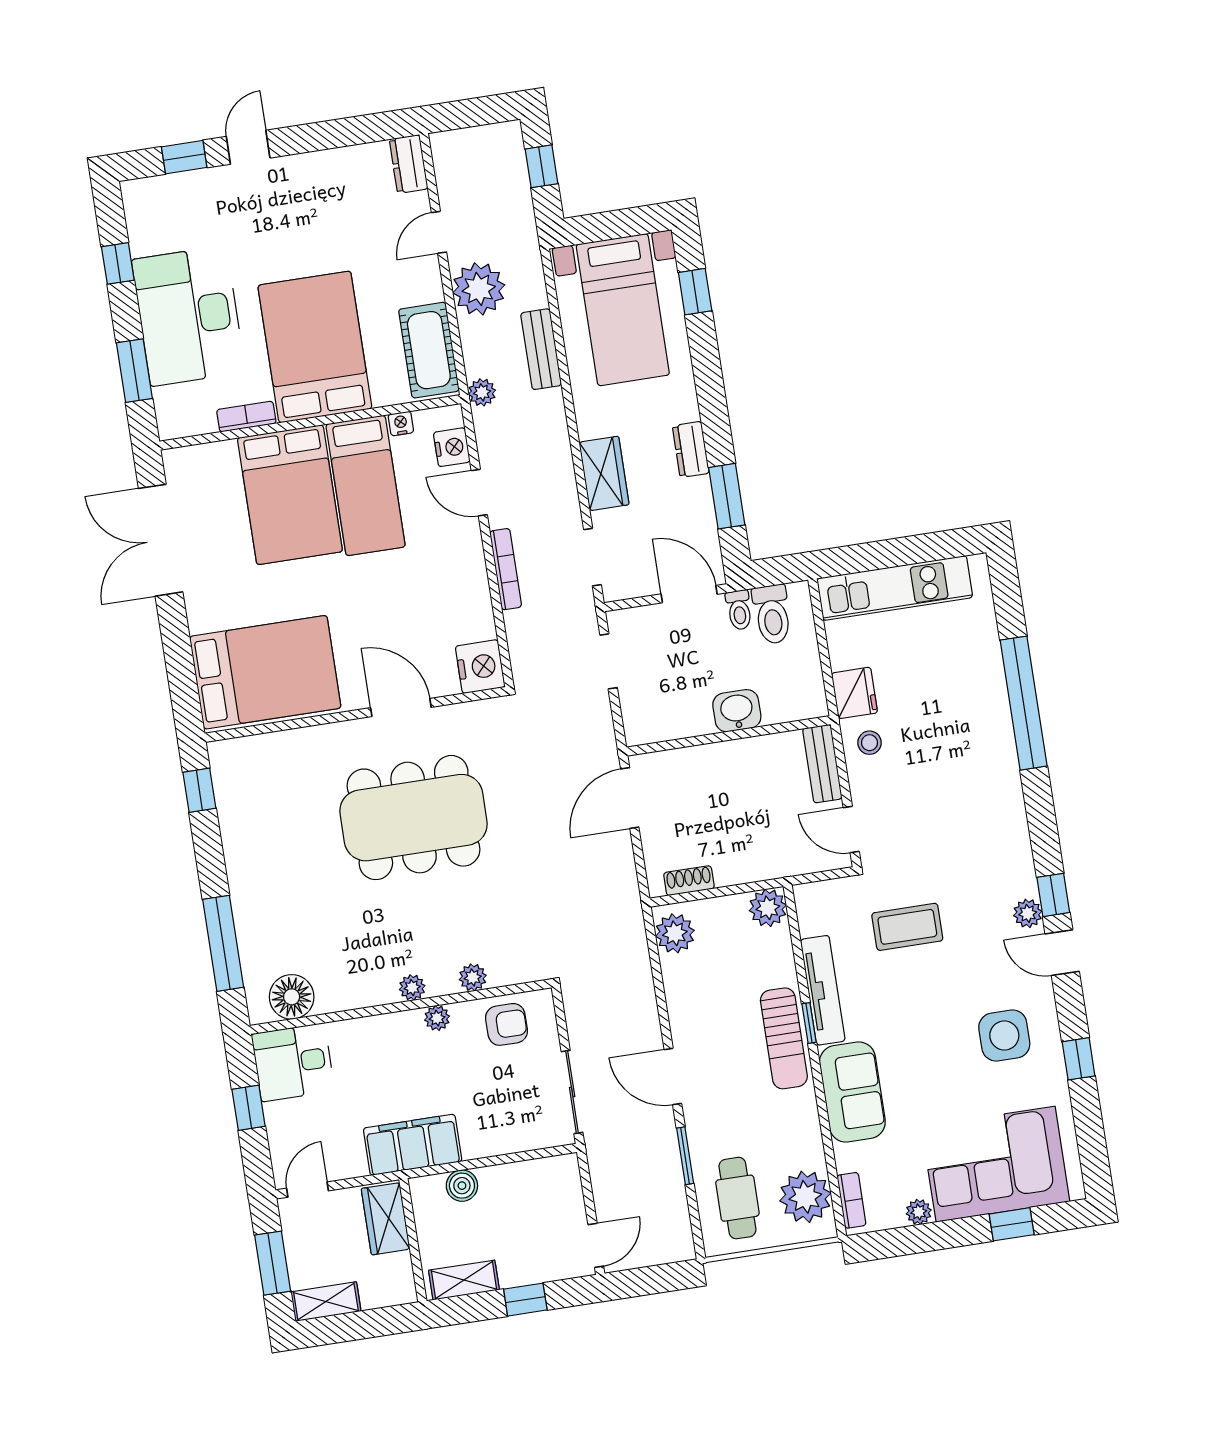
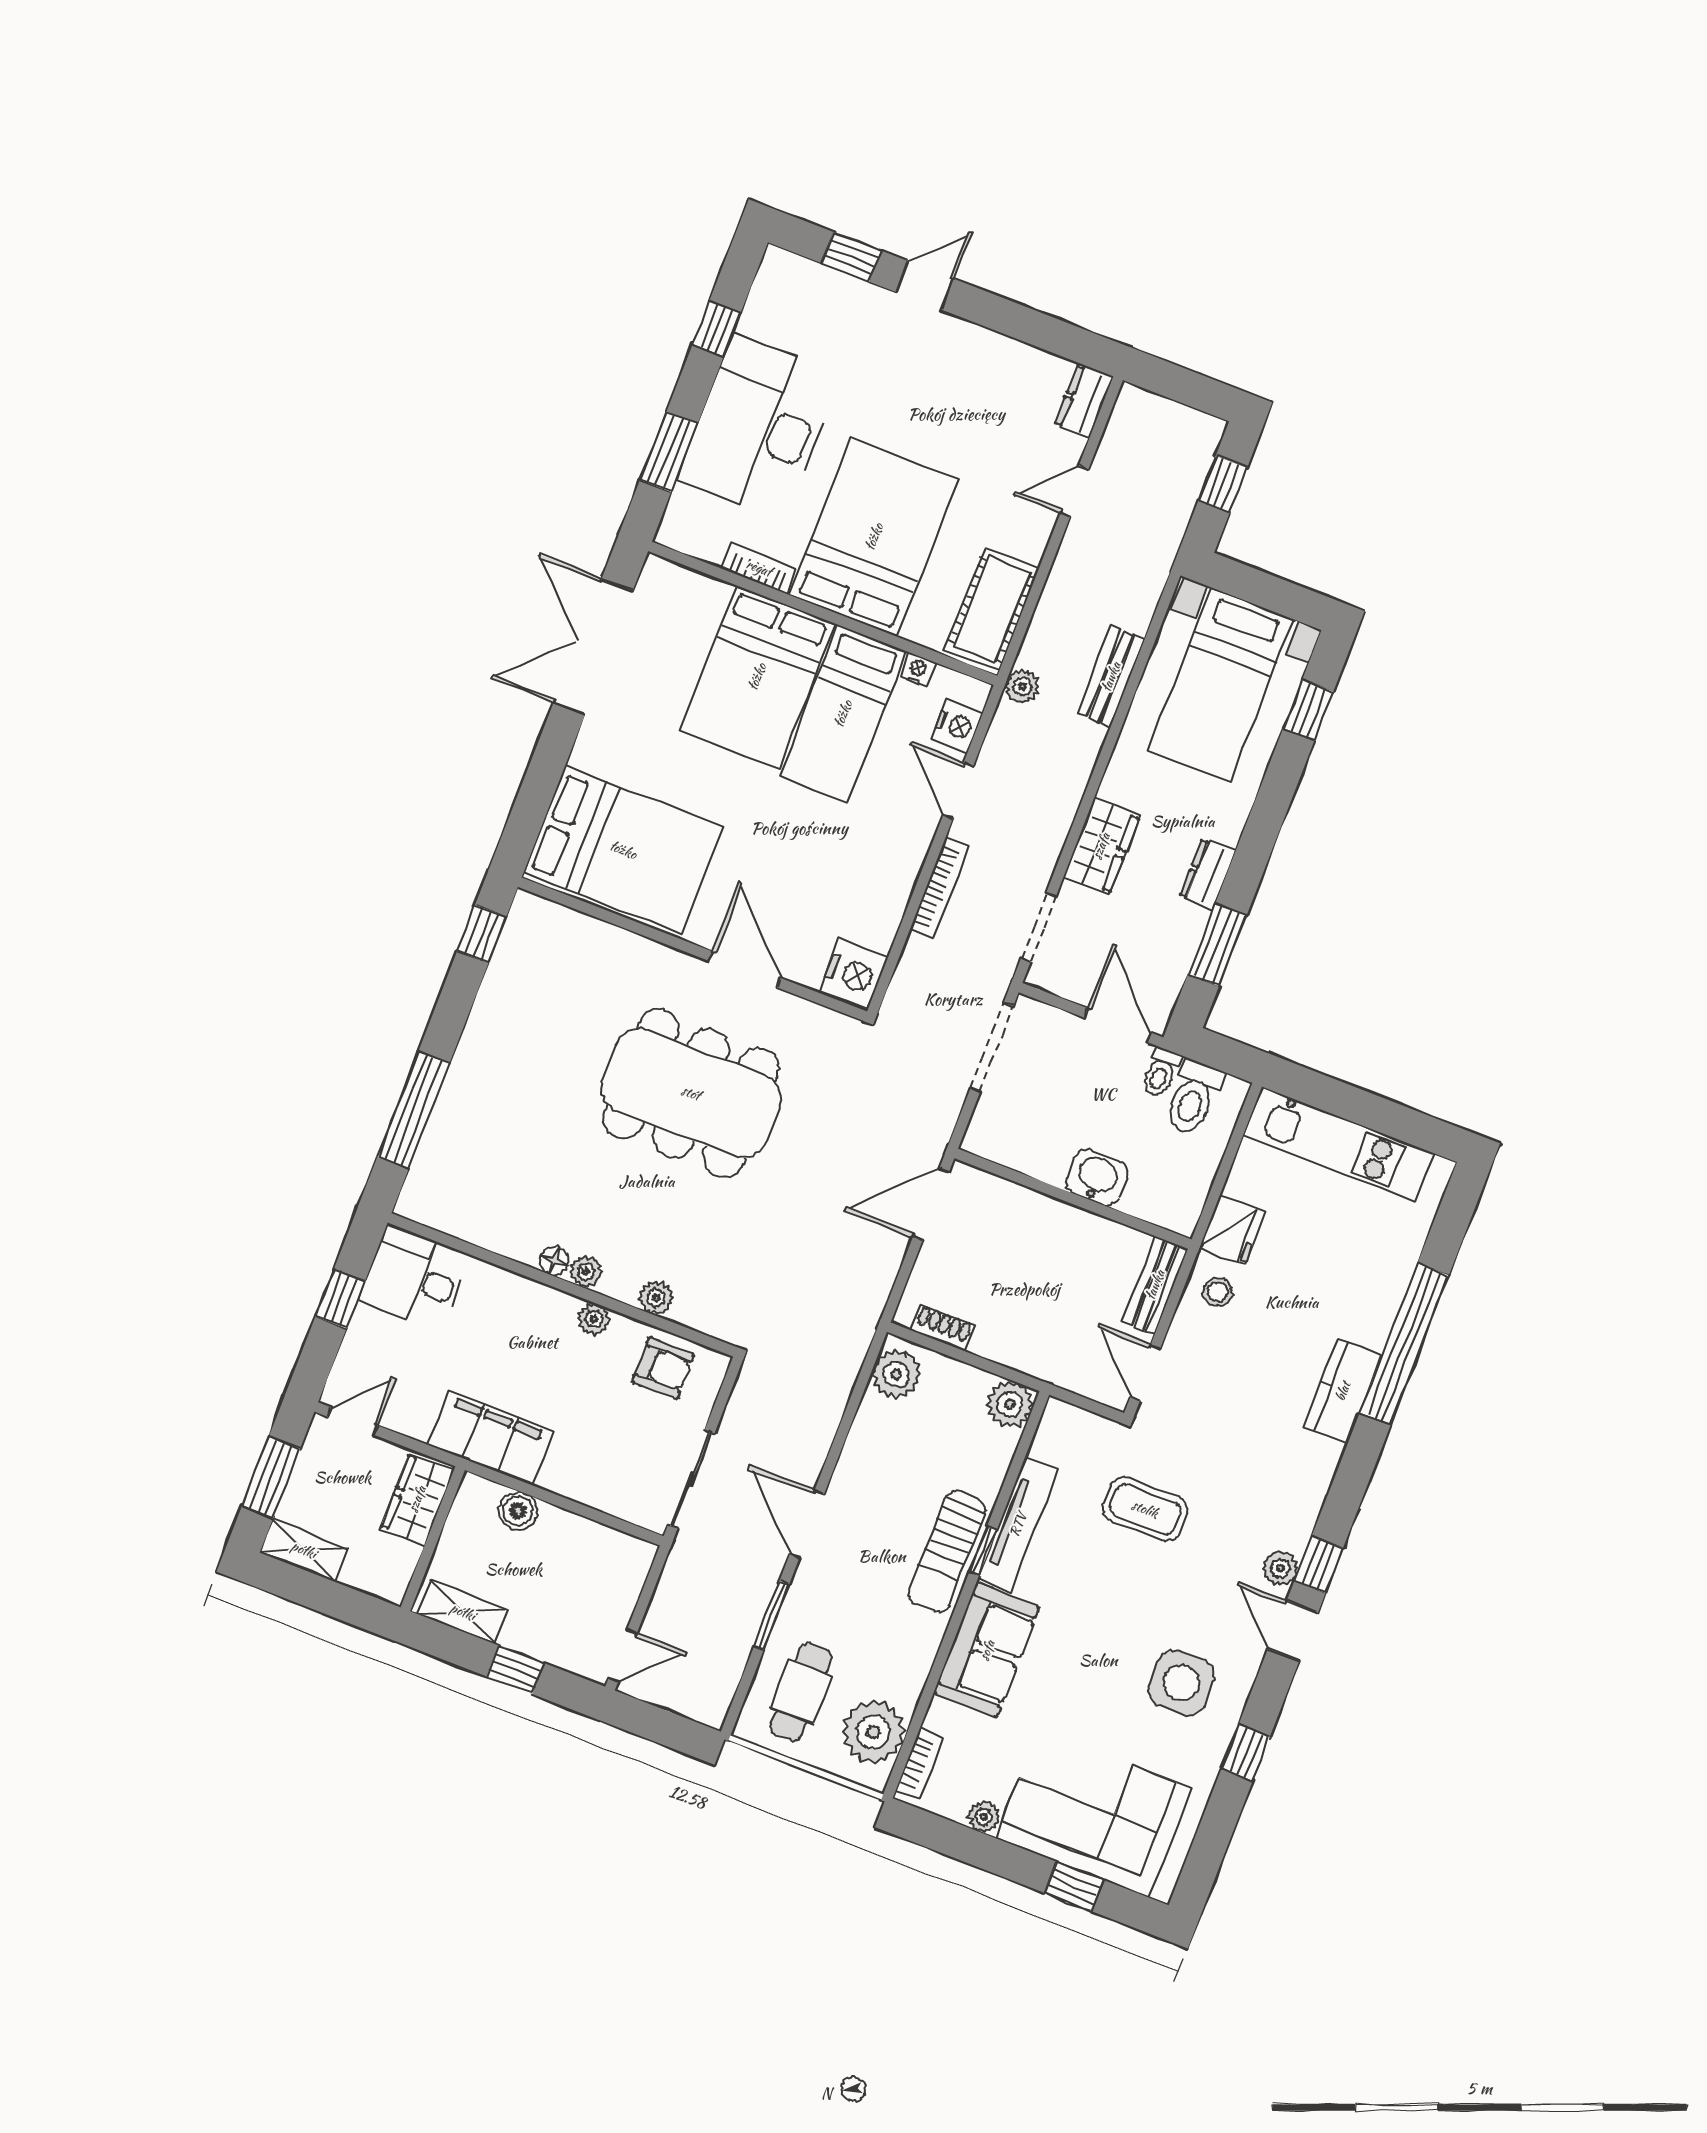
plant: (479, 289) -> (1082, 575), removed
doorway: (609, 661) -> (992, 1047), width x1.38
kitchen counter: (999, 761) -> (1343, 1391), added
floor lamp: (292, 997) -> (554, 1261), moved, width x0.53, depth x0.53

